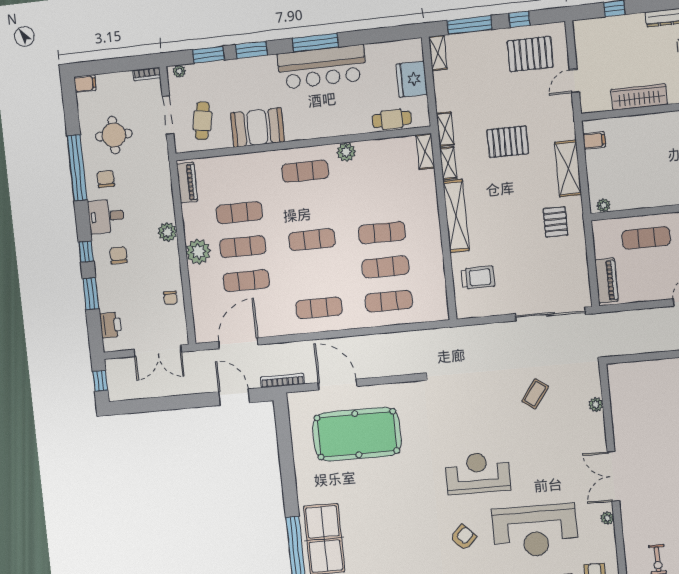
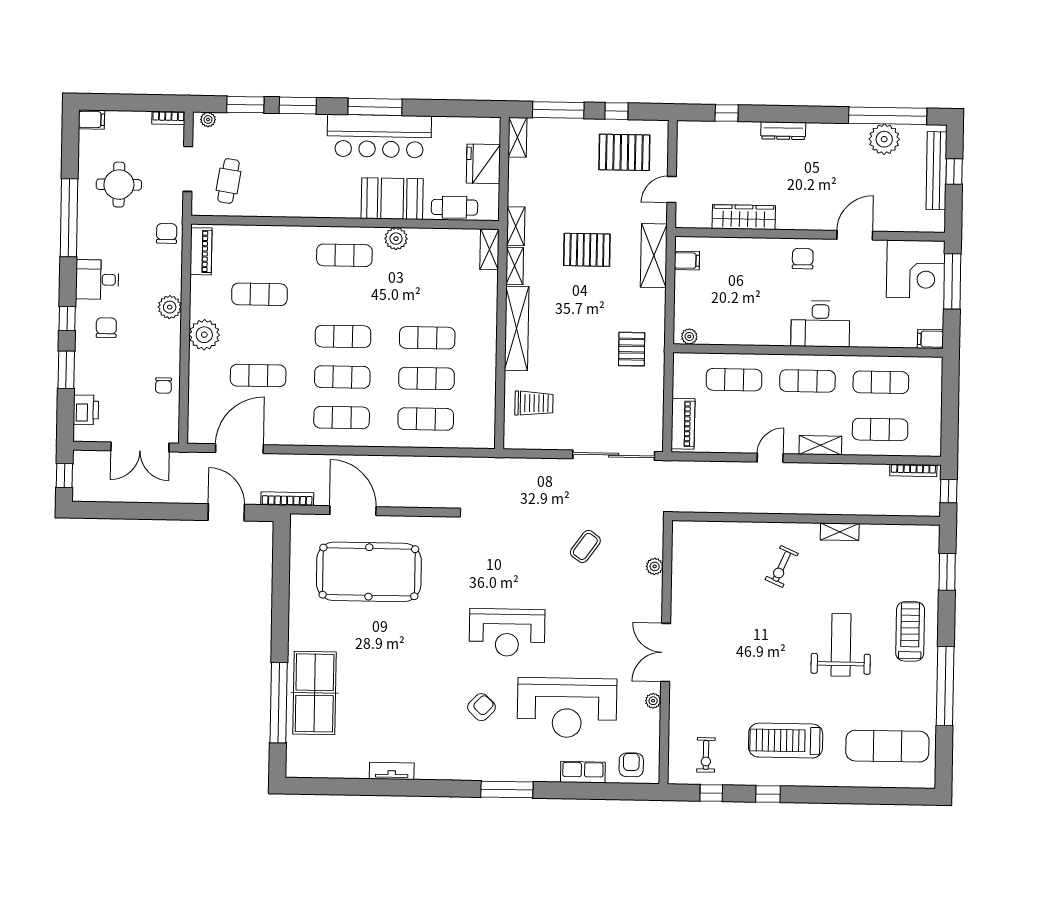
booth: (257, 127) -> (392, 199), moved
shelving: (568, 168) -> (654, 256), moved
chair: (106, 179) -> (167, 233), moved
exercise mat: (243, 247) -> (342, 377), moved
reception desk: (478, 473) -> (507, 632), turned 180

